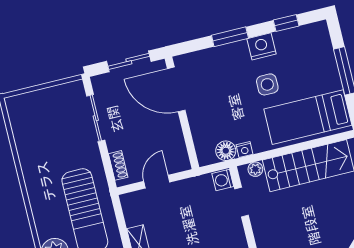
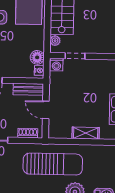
nightstand: (245, 149) -> (39, 70), moved
bench: (179, 150) -> (28, 89), added

